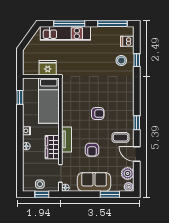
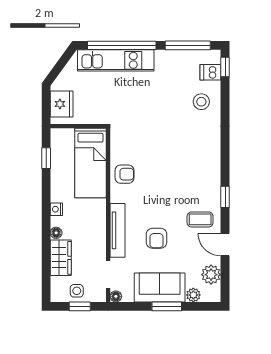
window: (69, 24) -> (122, 45), width x1.46
window: (137, 60) -> (225, 67), moved
fridge: (48, 68) -> (62, 104), moved, turned 90
armchair: (98, 114) -> (124, 174), moved
tv unit: (67, 139) -> (118, 230), width x1.41
wardrobe: (52, 147) -> (61, 258), moved, turned 180
plant: (129, 187) -> (193, 295), moved
window: (110, 194) -> (167, 306), moved

